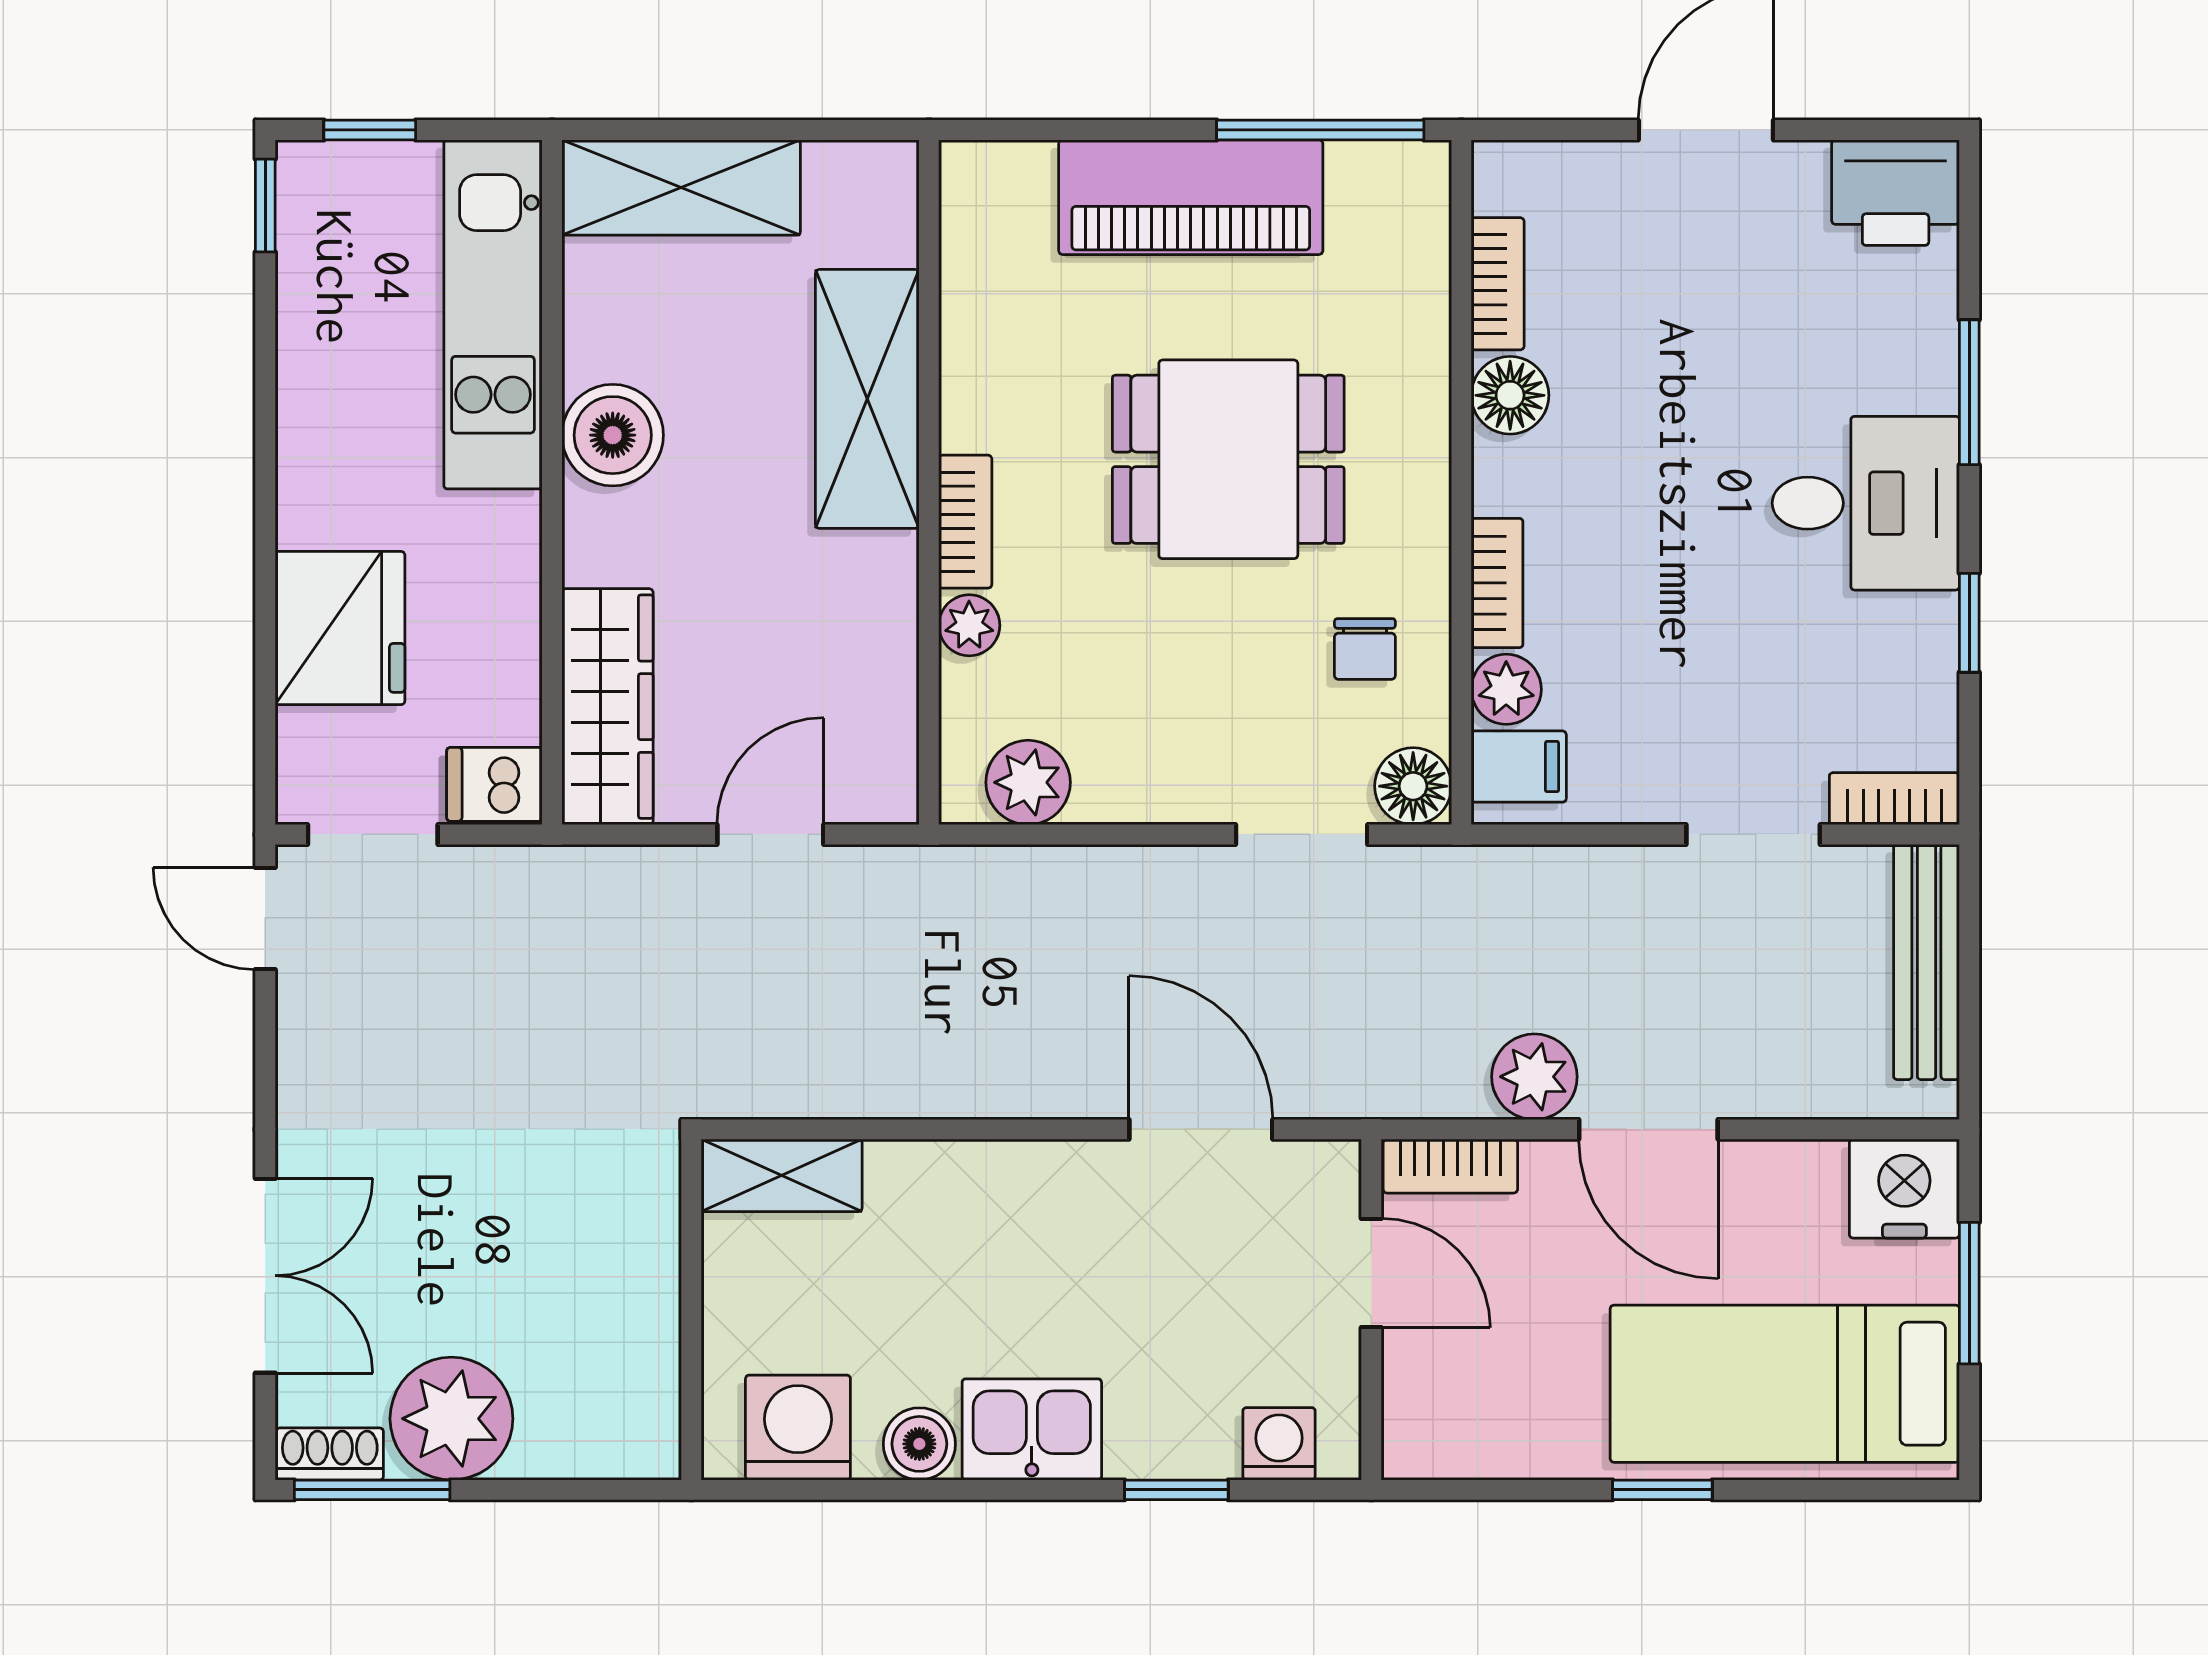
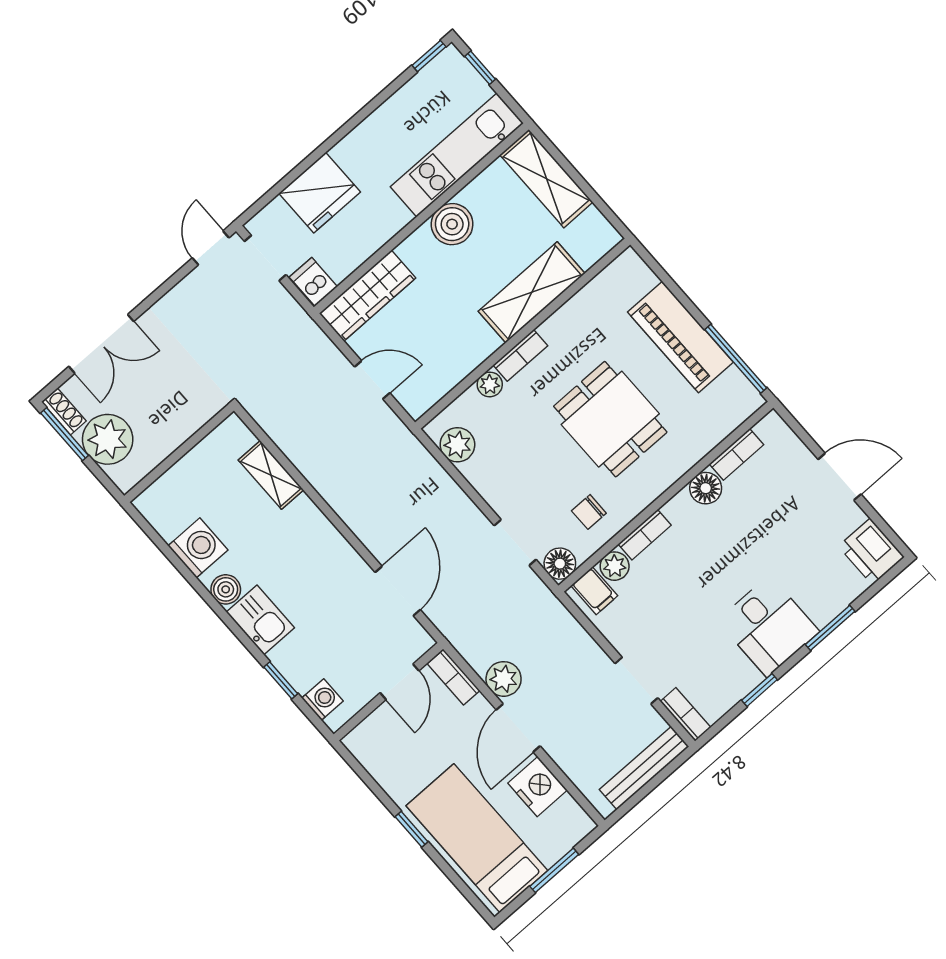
nightstand: (1904, 1189) -> (537, 787), moved
wall: (691, 1310) -> (179, 453), moved

